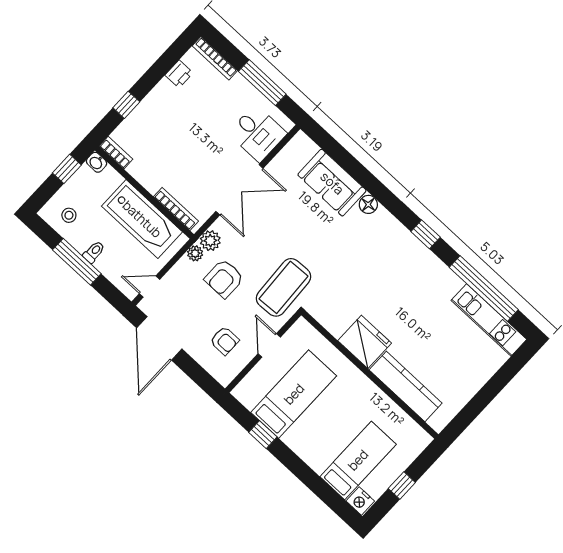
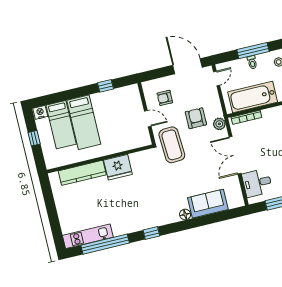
plant: (195, 253) -> (218, 112), removed
bed: (294, 394) -> (84, 122), moved

